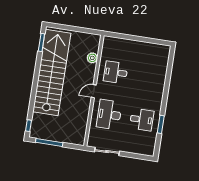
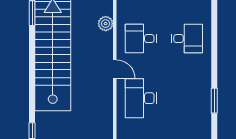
door: (94, 91) -> (115, 69), swing flipped
desk: (142, 120) -> (187, 39), moved

